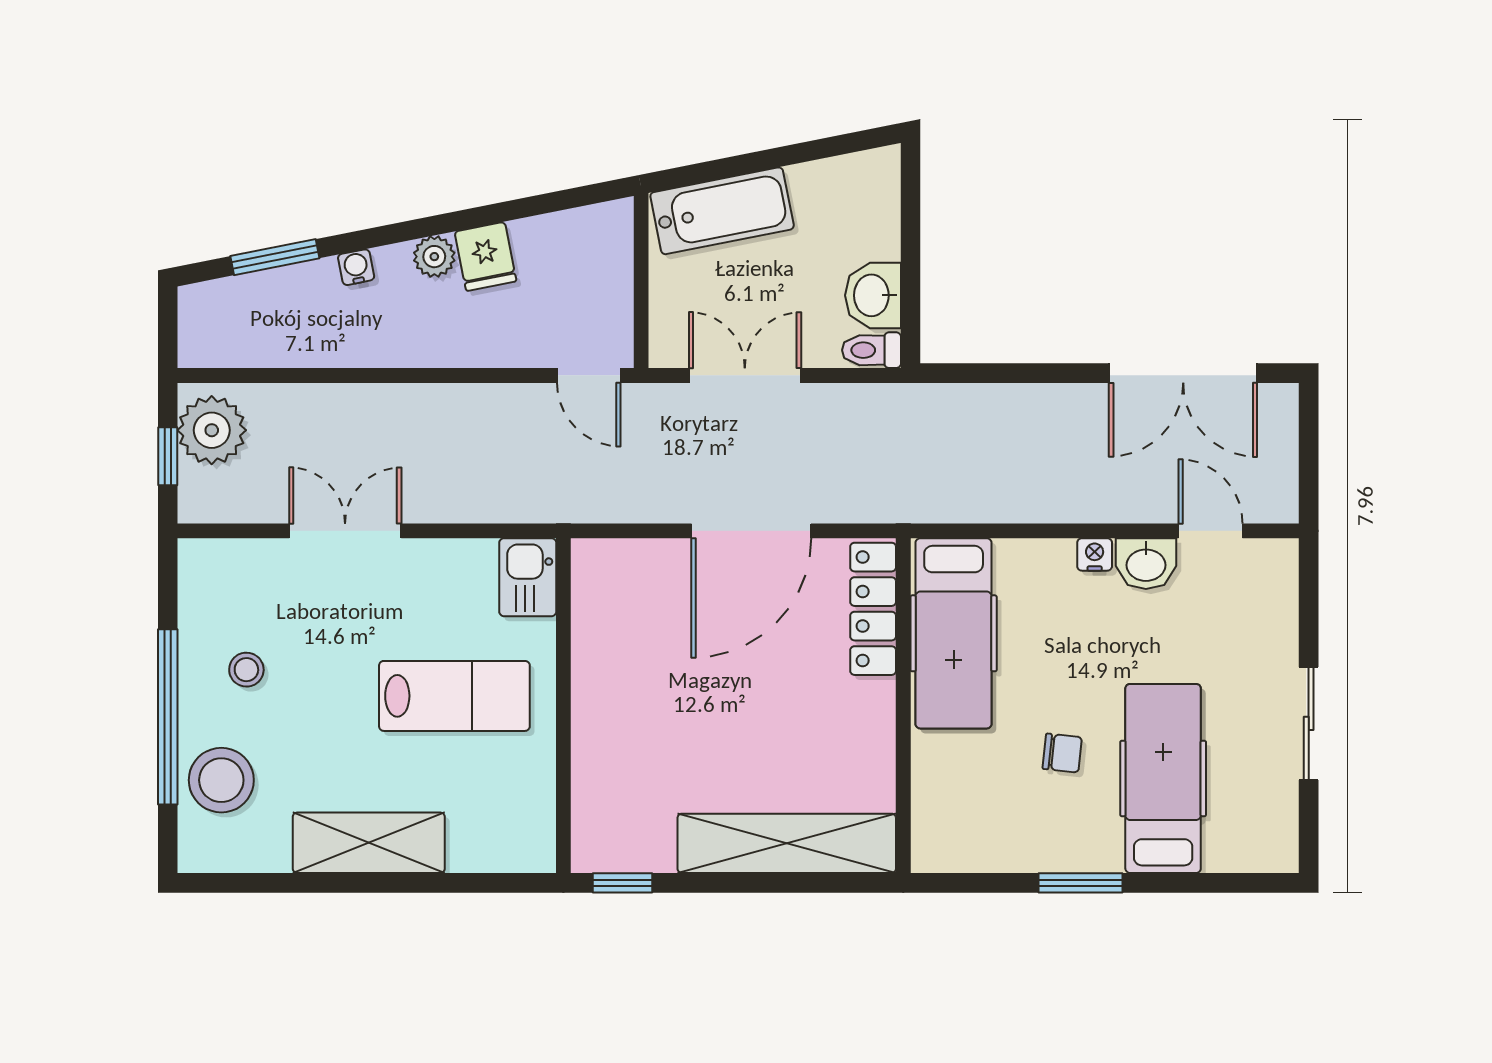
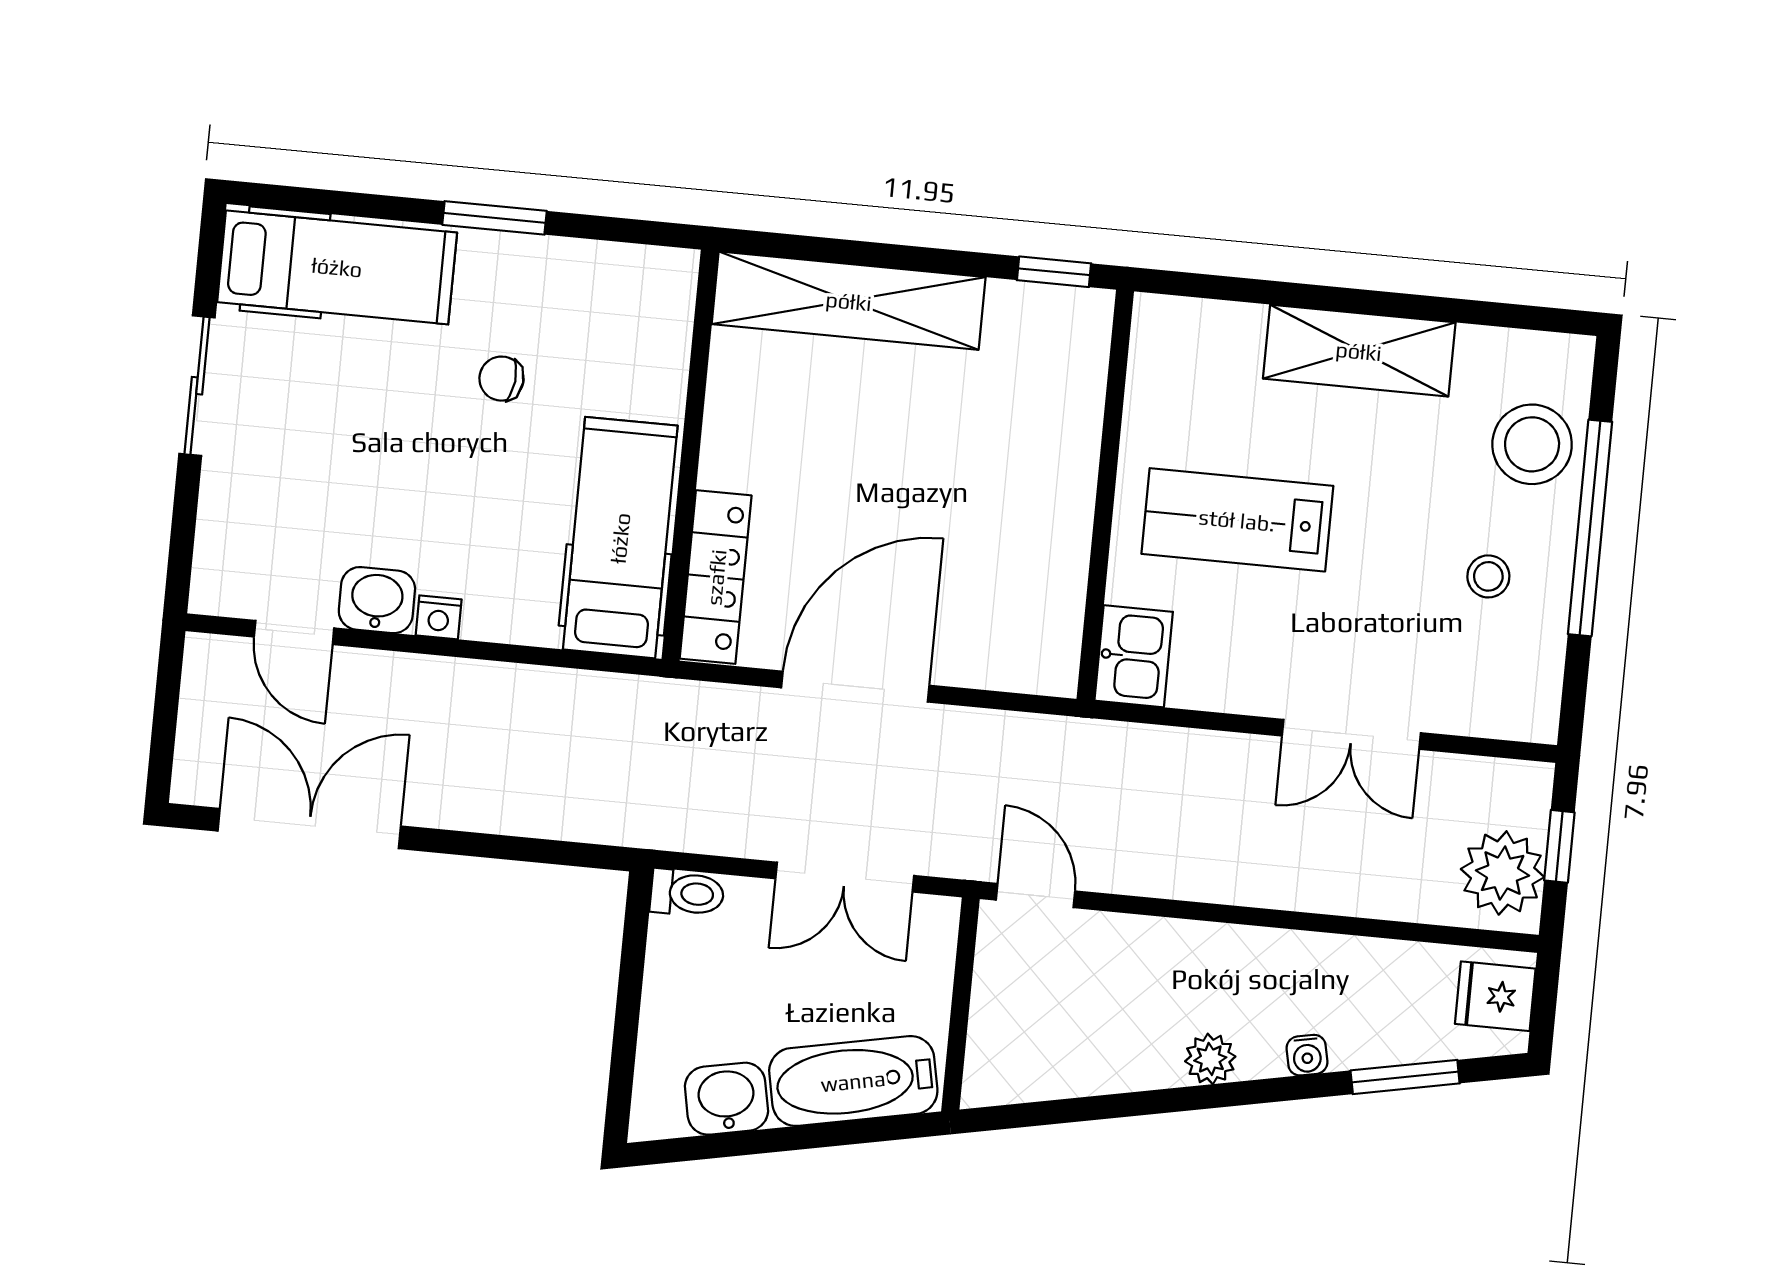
fridge: (485, 256) -> (1495, 996), moved, turned -79
washbasin: (873, 295) -> (726, 1099), moved, turned -101
hospital bed: (1163, 778) -> (337, 267), moved, turned -90

